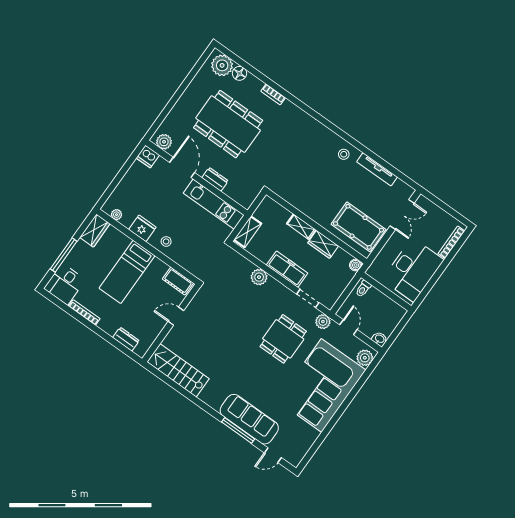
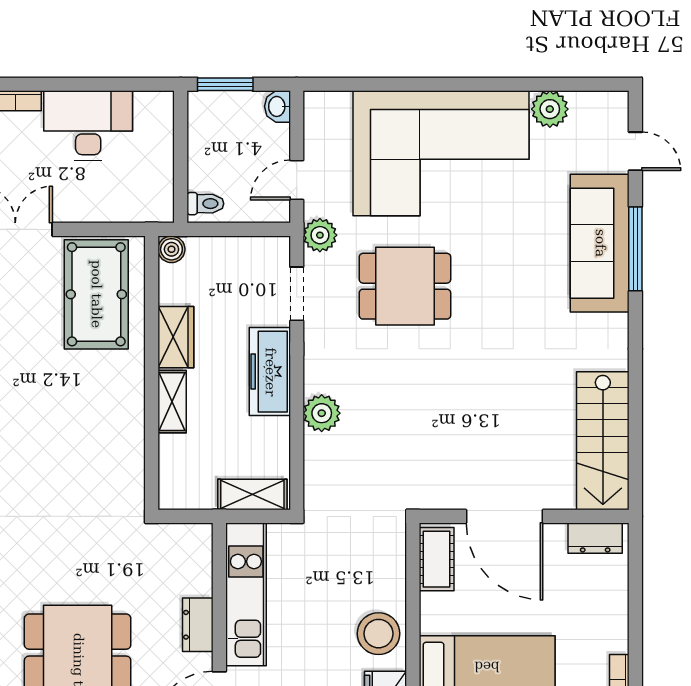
stool: (166, 241) -> (379, 634), width x1.89, depth x1.89
desk: (413, 270) -> (88, 126), width x0.73, depth x0.77
door: (176, 316) -> (505, 516), width x1.88
window: (401, 326) -> (225, 84), added
dresser: (126, 339) -> (595, 538), moved, turned -90
plant: (365, 358) -> (550, 109), moved

